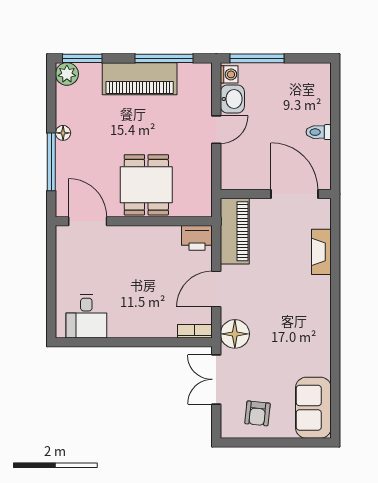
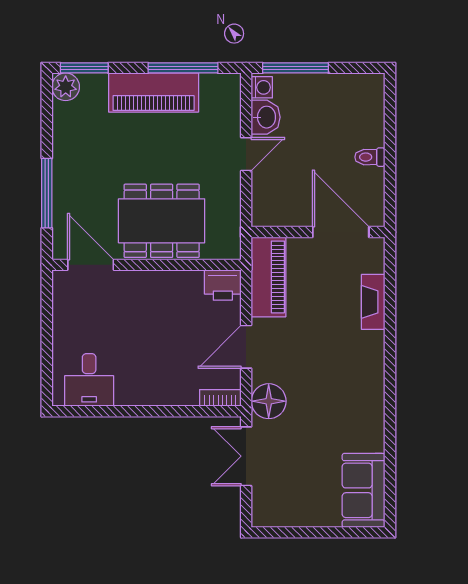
floor lamp: (63, 133) -> (61, 158), removed
dining table: (146, 185) -> (162, 221), width x1.38
armchair: (257, 413) -> (296, 497), removed

